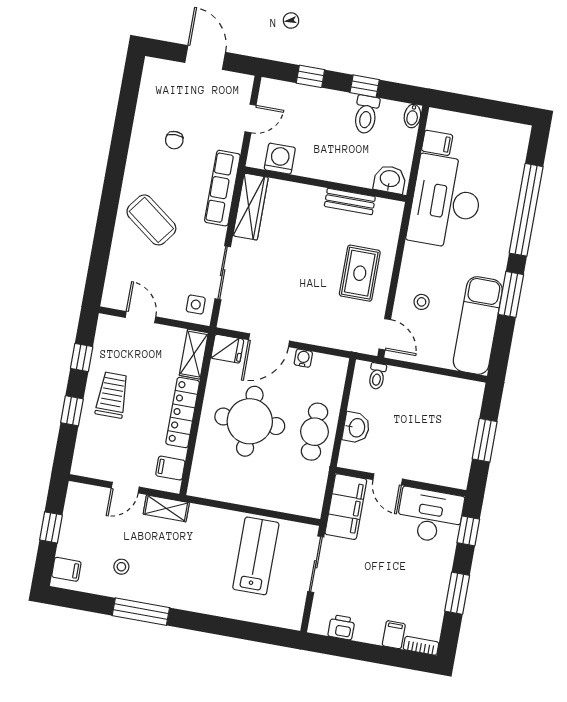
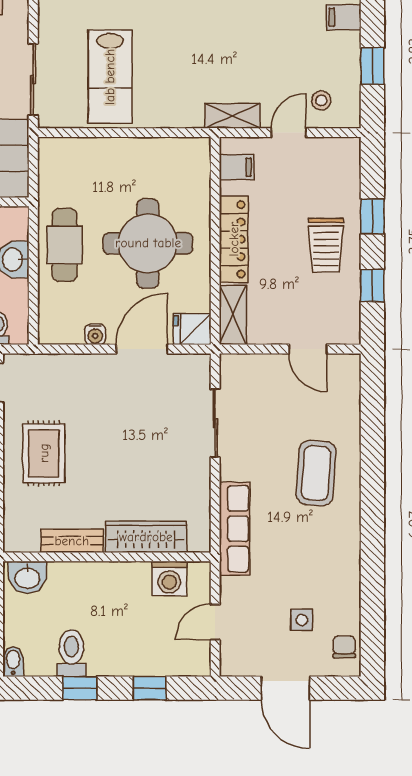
chair: (174, 140) -> (344, 647), moved
wardrobe: (251, 207) -> (146, 537), moved, turned 90
coffee table: (151, 220) -> (316, 473), turned 57
side table: (196, 305) -> (302, 620), moved
stool: (121, 567) -> (321, 100), moved

